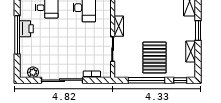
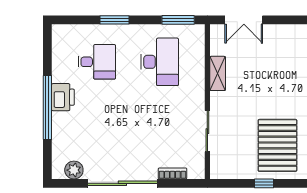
shelving: (119, 26) -> (218, 73), moved
window: (146, 80) -> (264, 183), width x0.32

